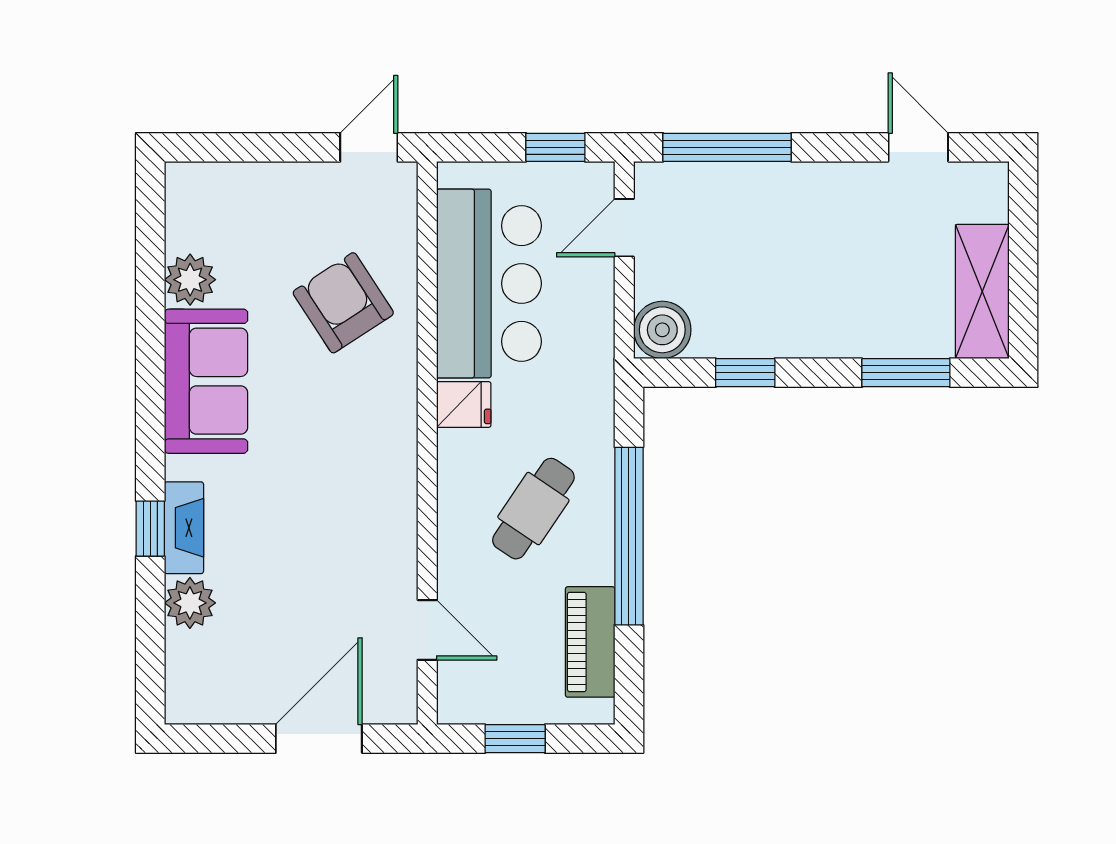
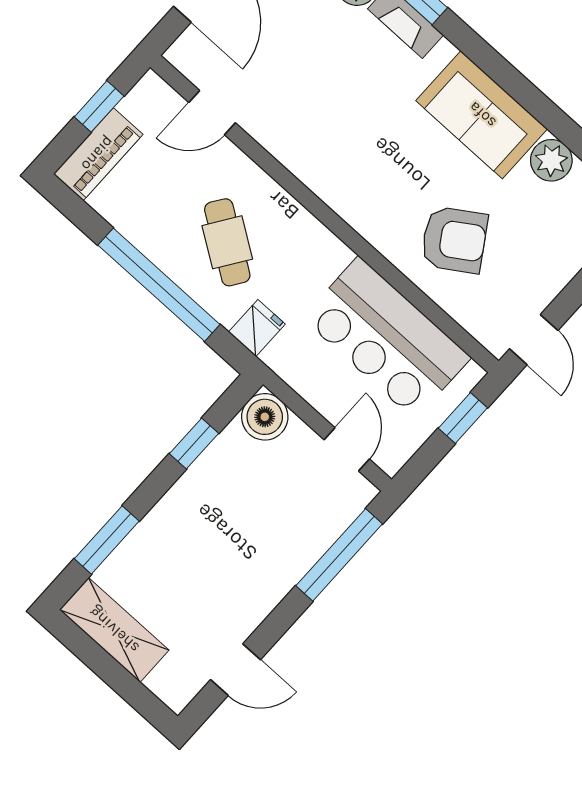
window: (555, 147) -> (463, 418), moved
fridge: (464, 405) -> (257, 328), moved, turned 180
piano: (590, 642) -> (98, 154), moved, turned 90

